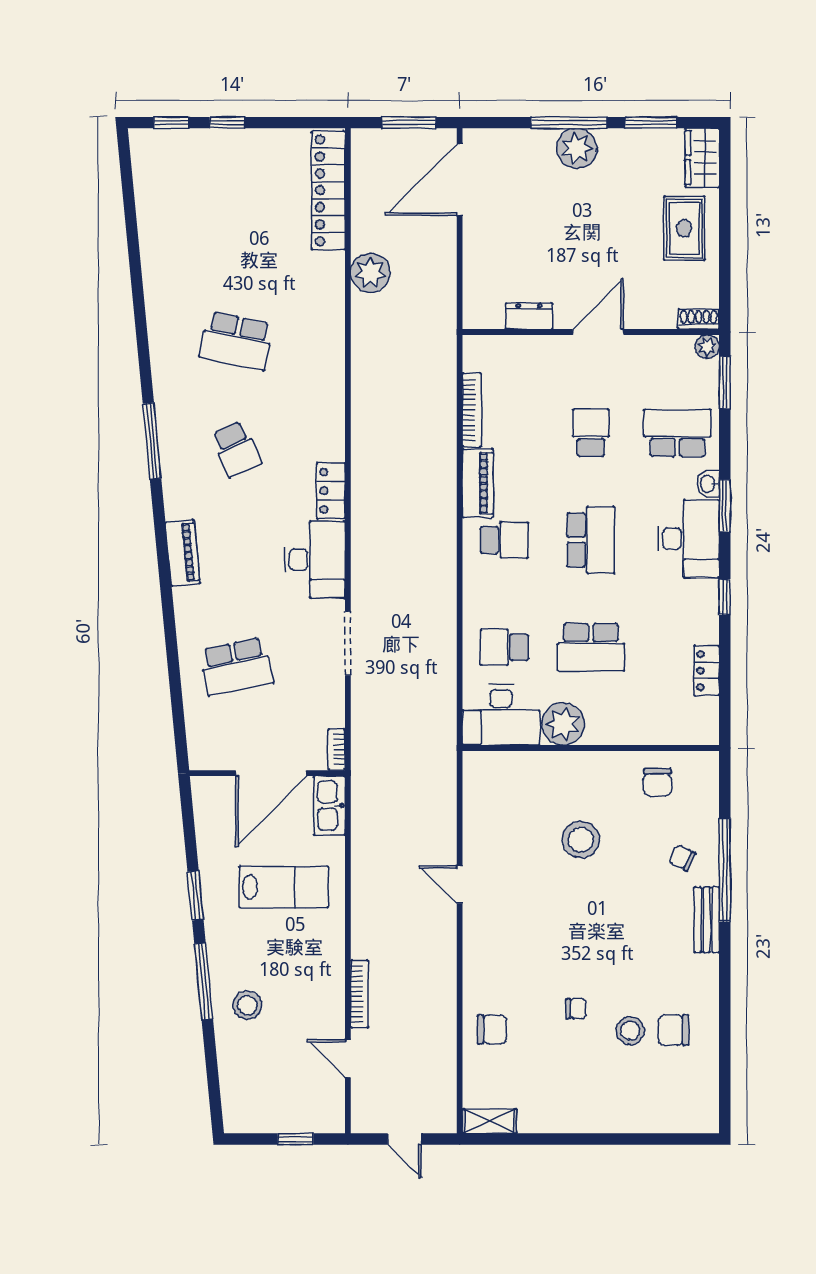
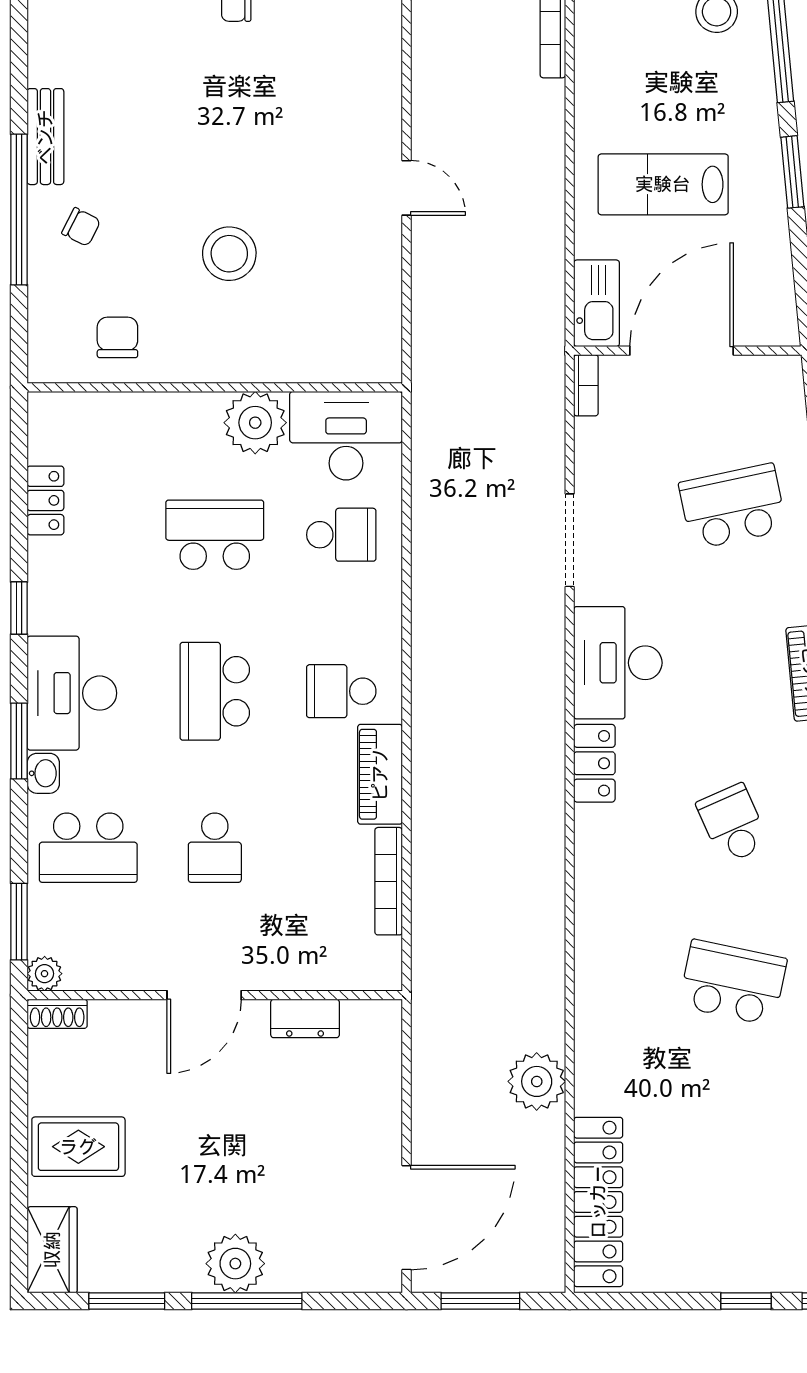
rug: (684, 228) -> (78, 1147), turned 90

